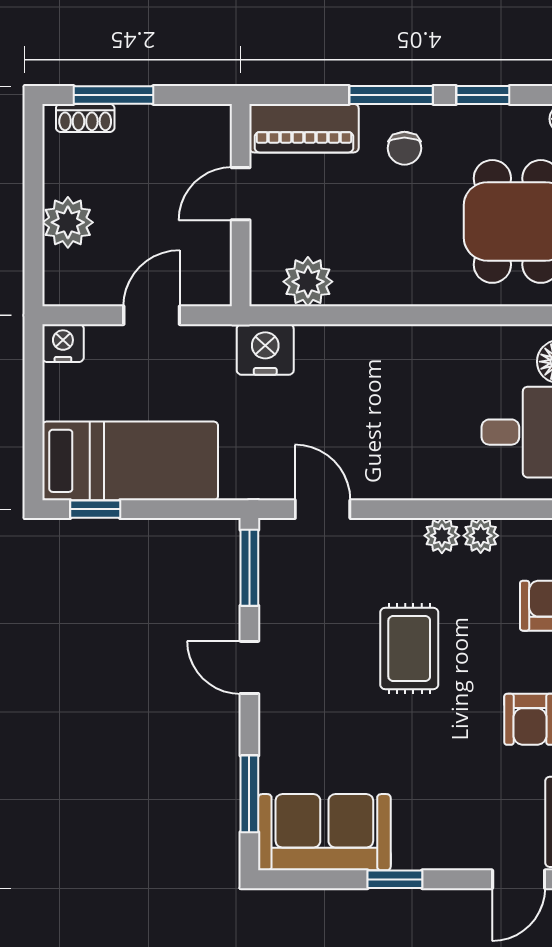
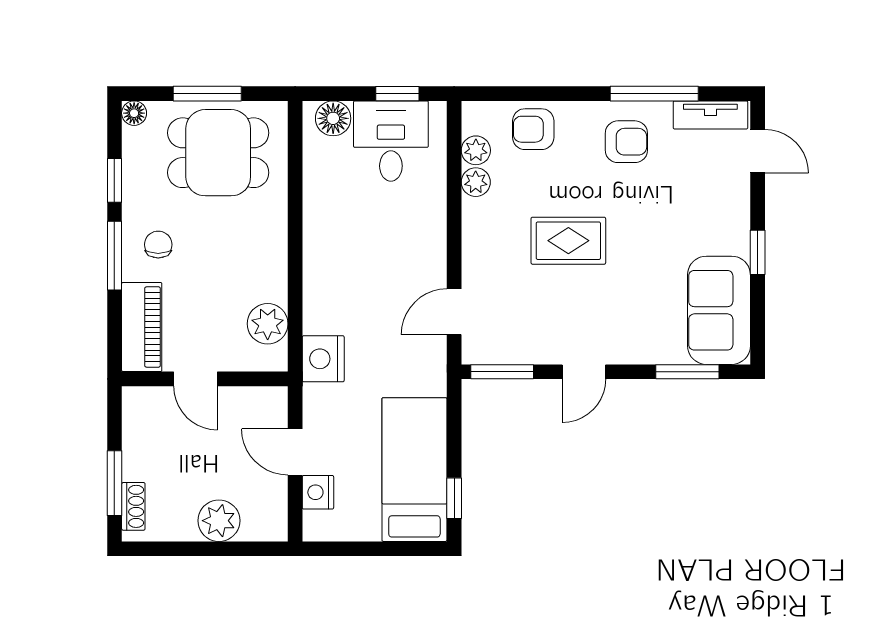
chair: (404, 148) -> (158, 245), turned -90
nightstand: (63, 343) -> (318, 492), moved
plant: (442, 536) -> (476, 150), moved

